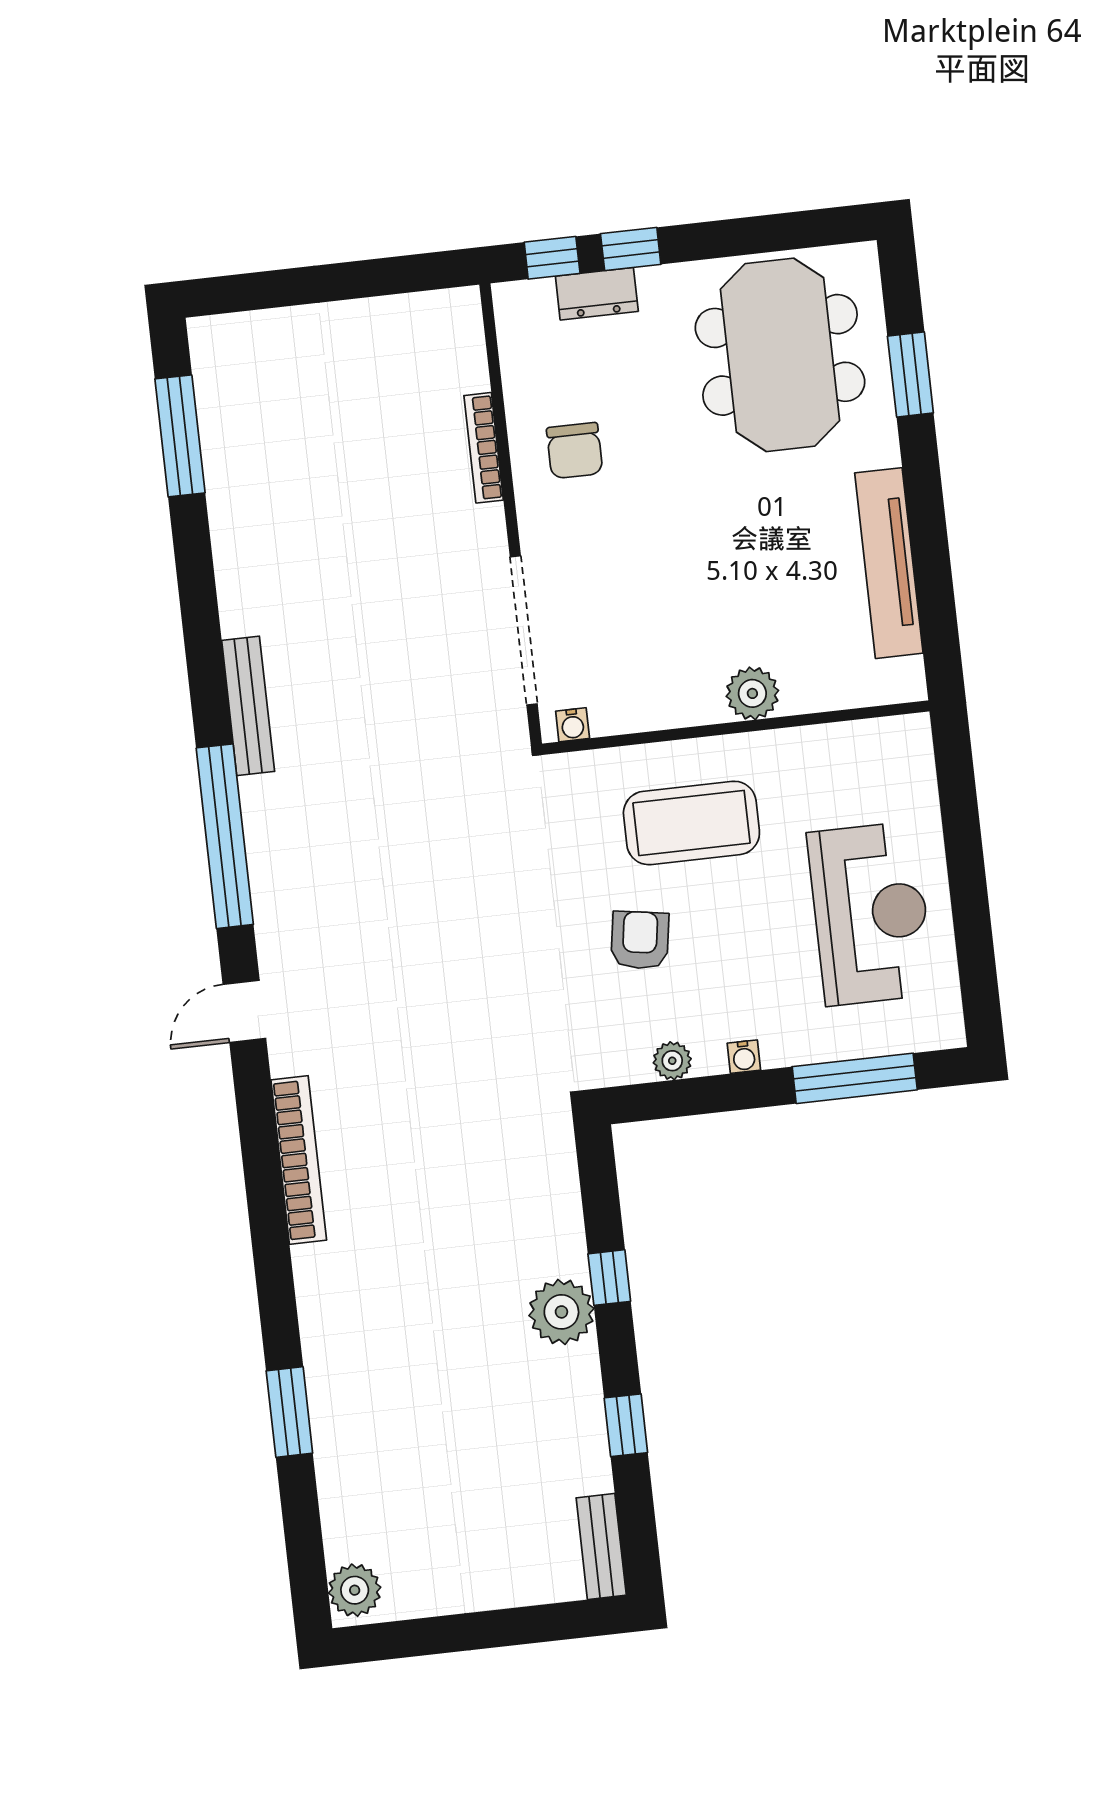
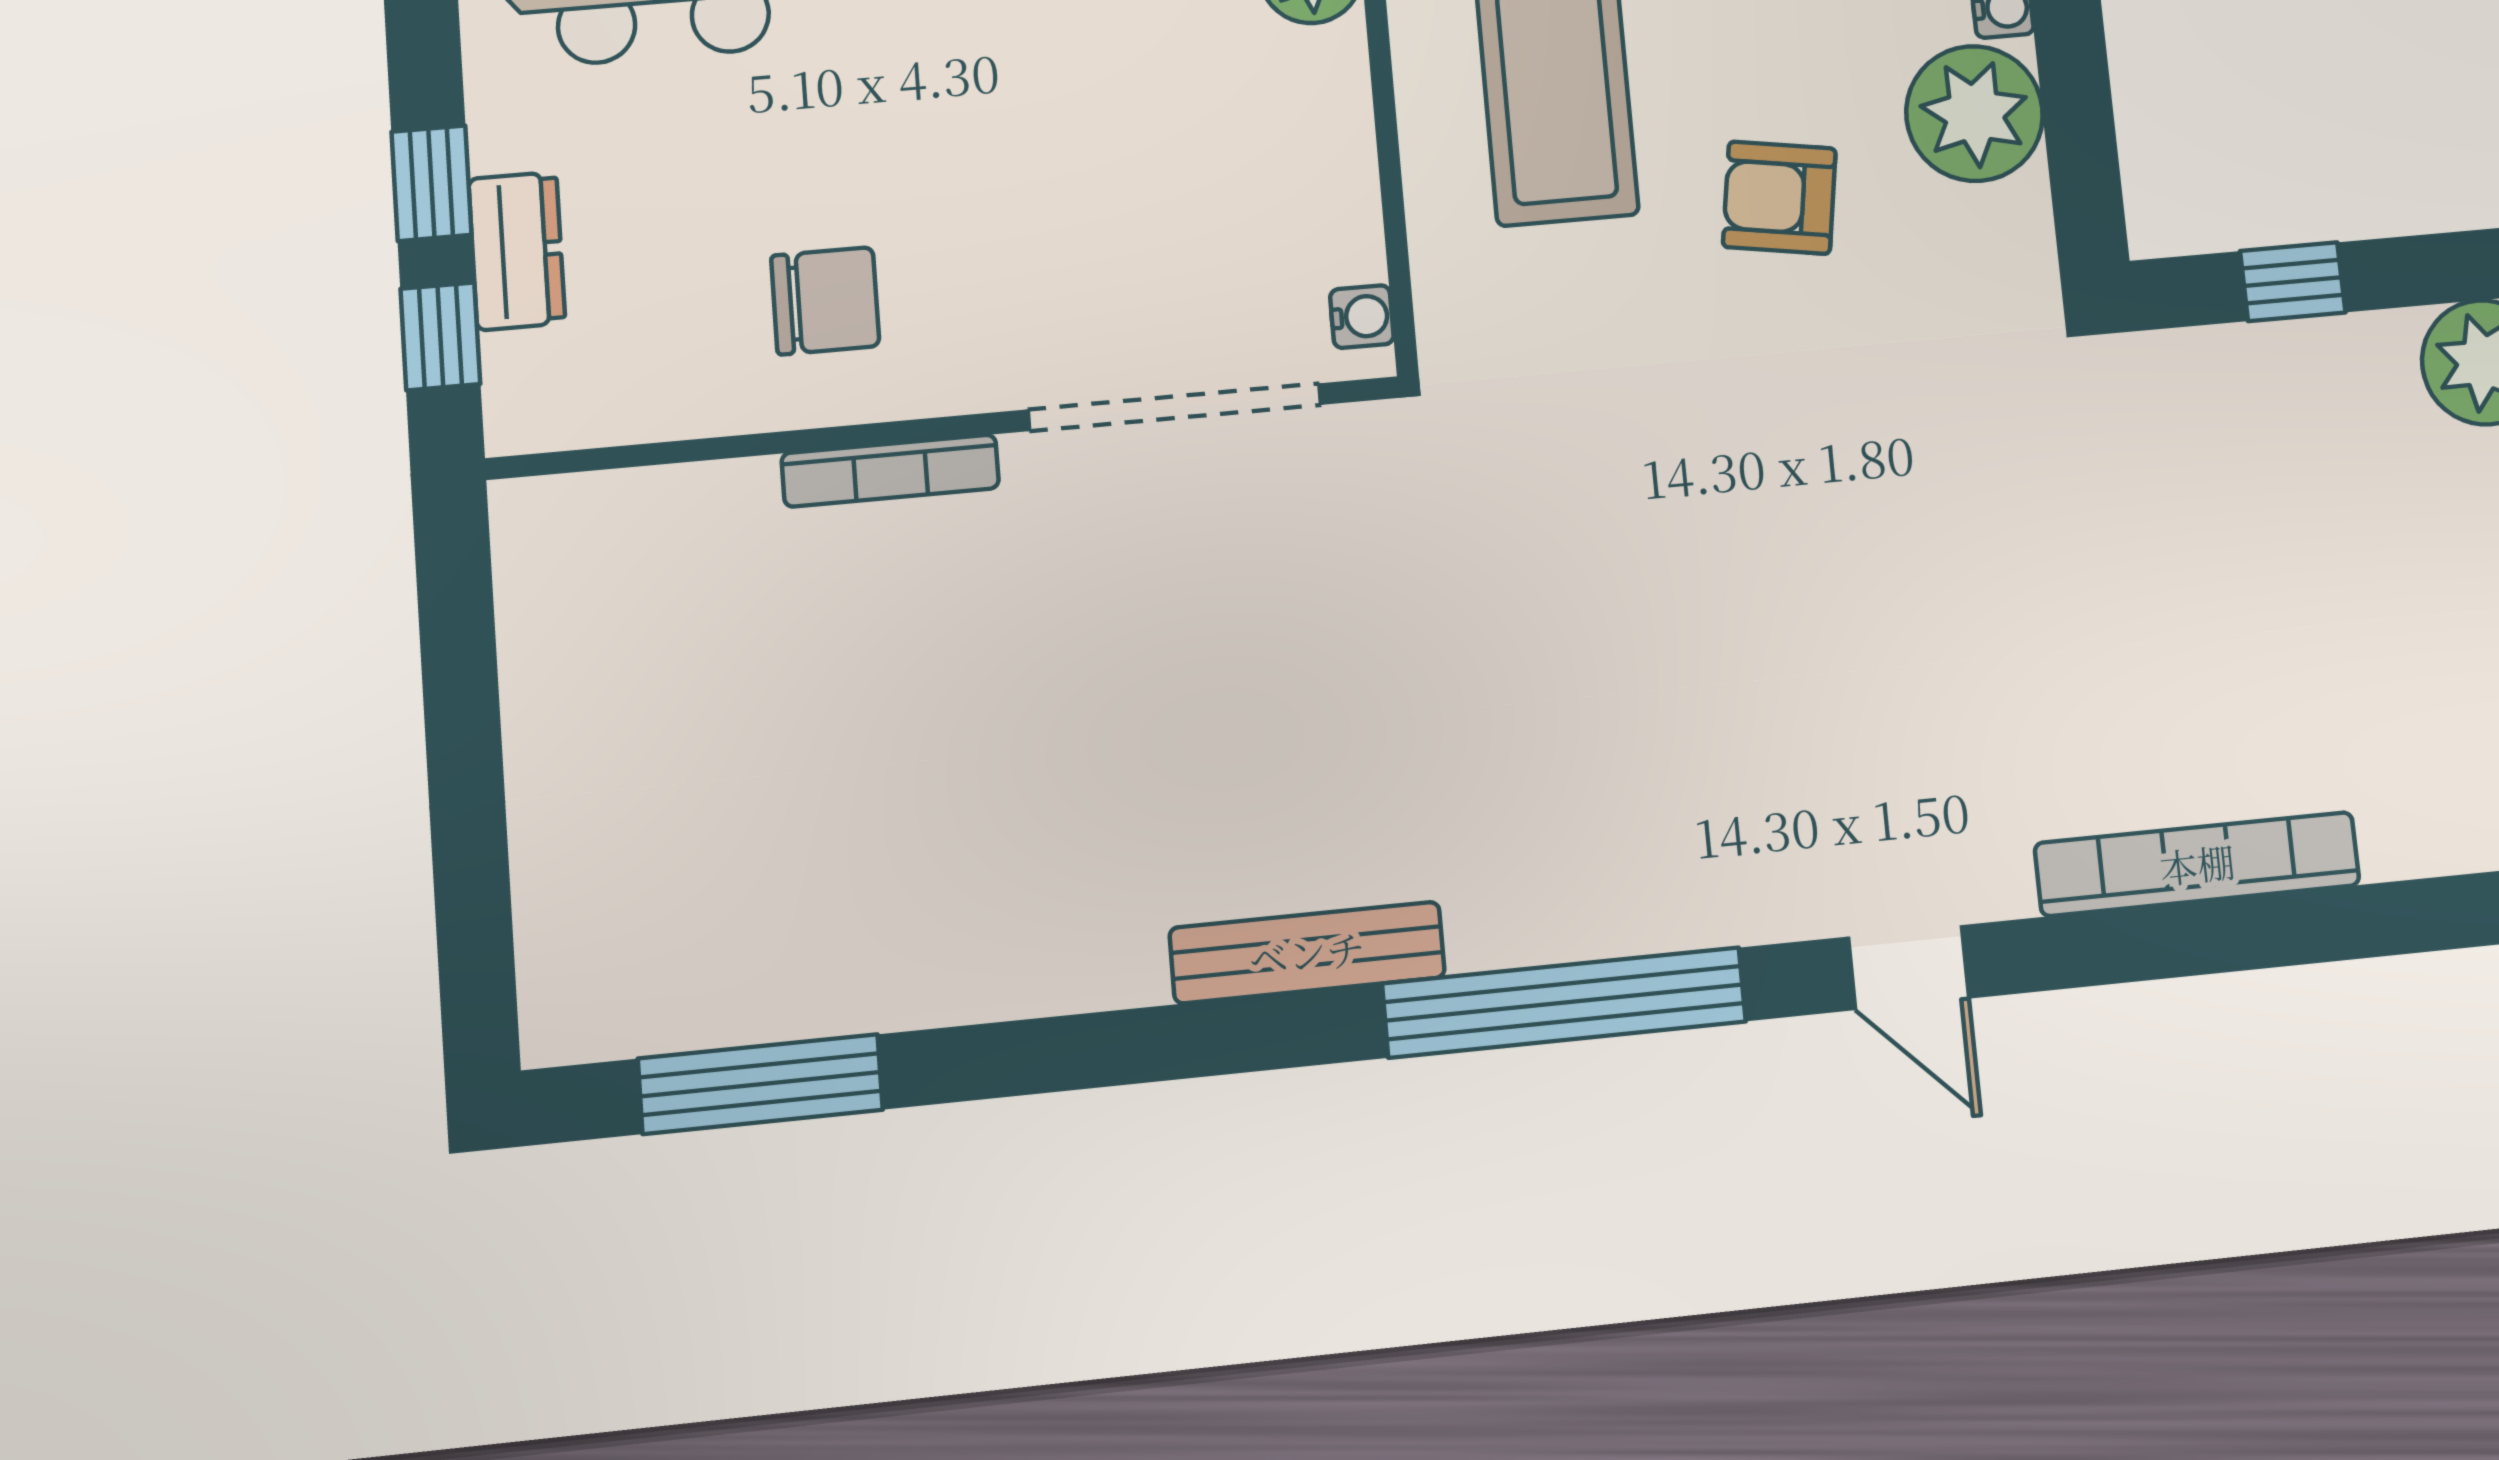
bookcase: (484, 448) -> (890, 471), moved
plant: (672, 1061) -> (1975, 114), width x1.87, depth x1.87
window: (609, 1278) -> (2293, 282), moved

